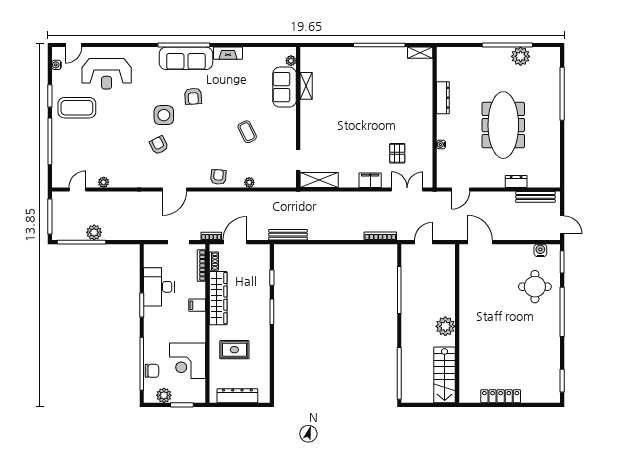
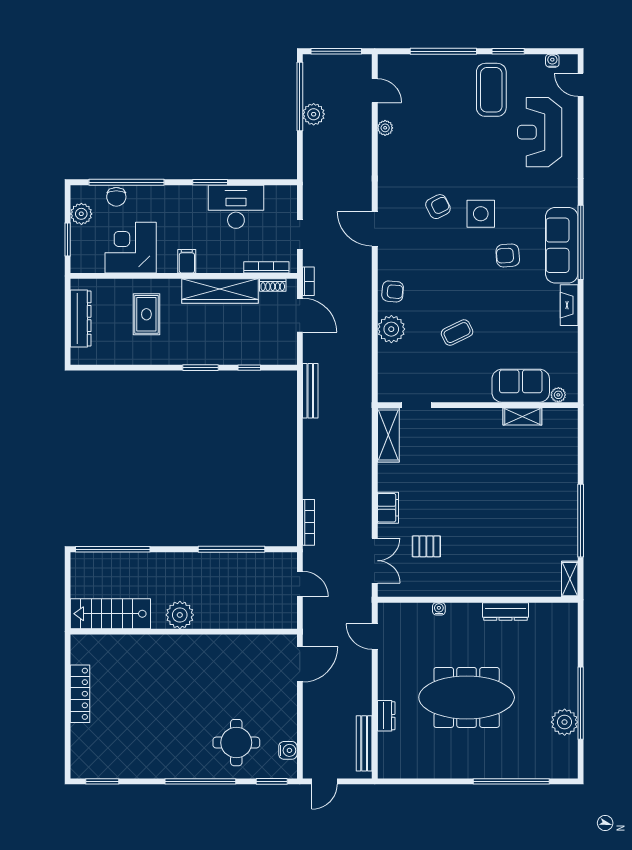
plant: (249, 182) -> (391, 329), width x1.88, depth x1.88
filing cabinet: (197, 305) -> (187, 261), moved

